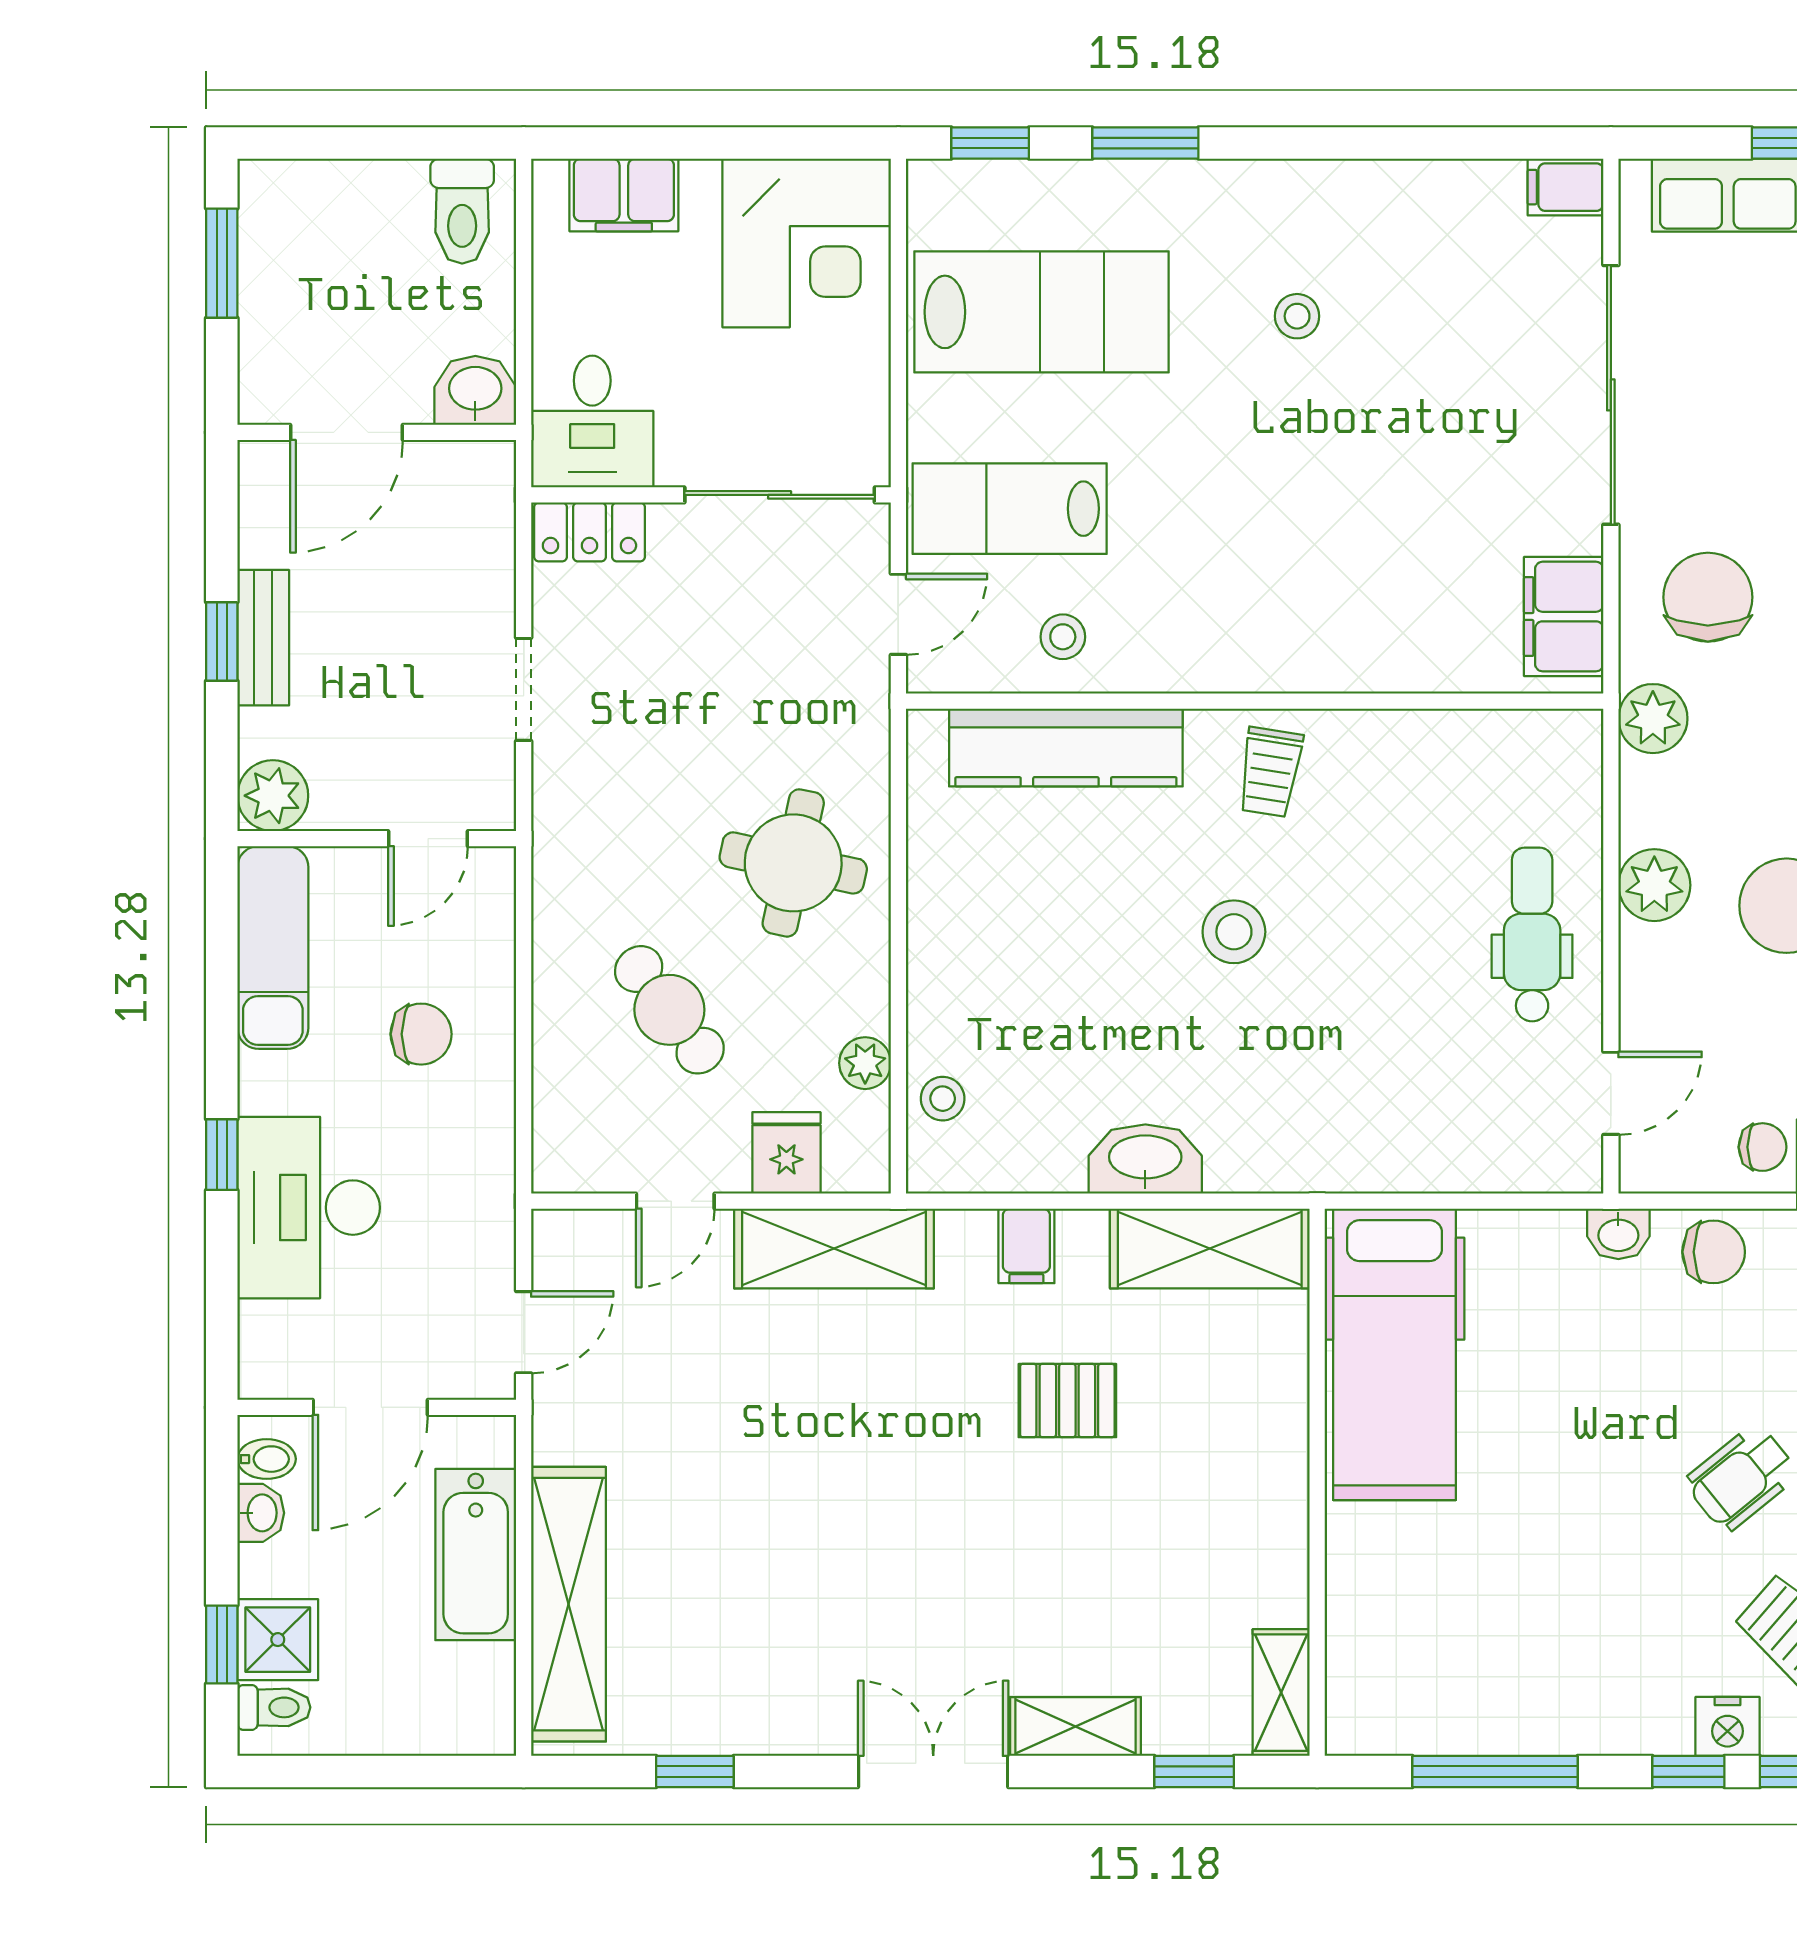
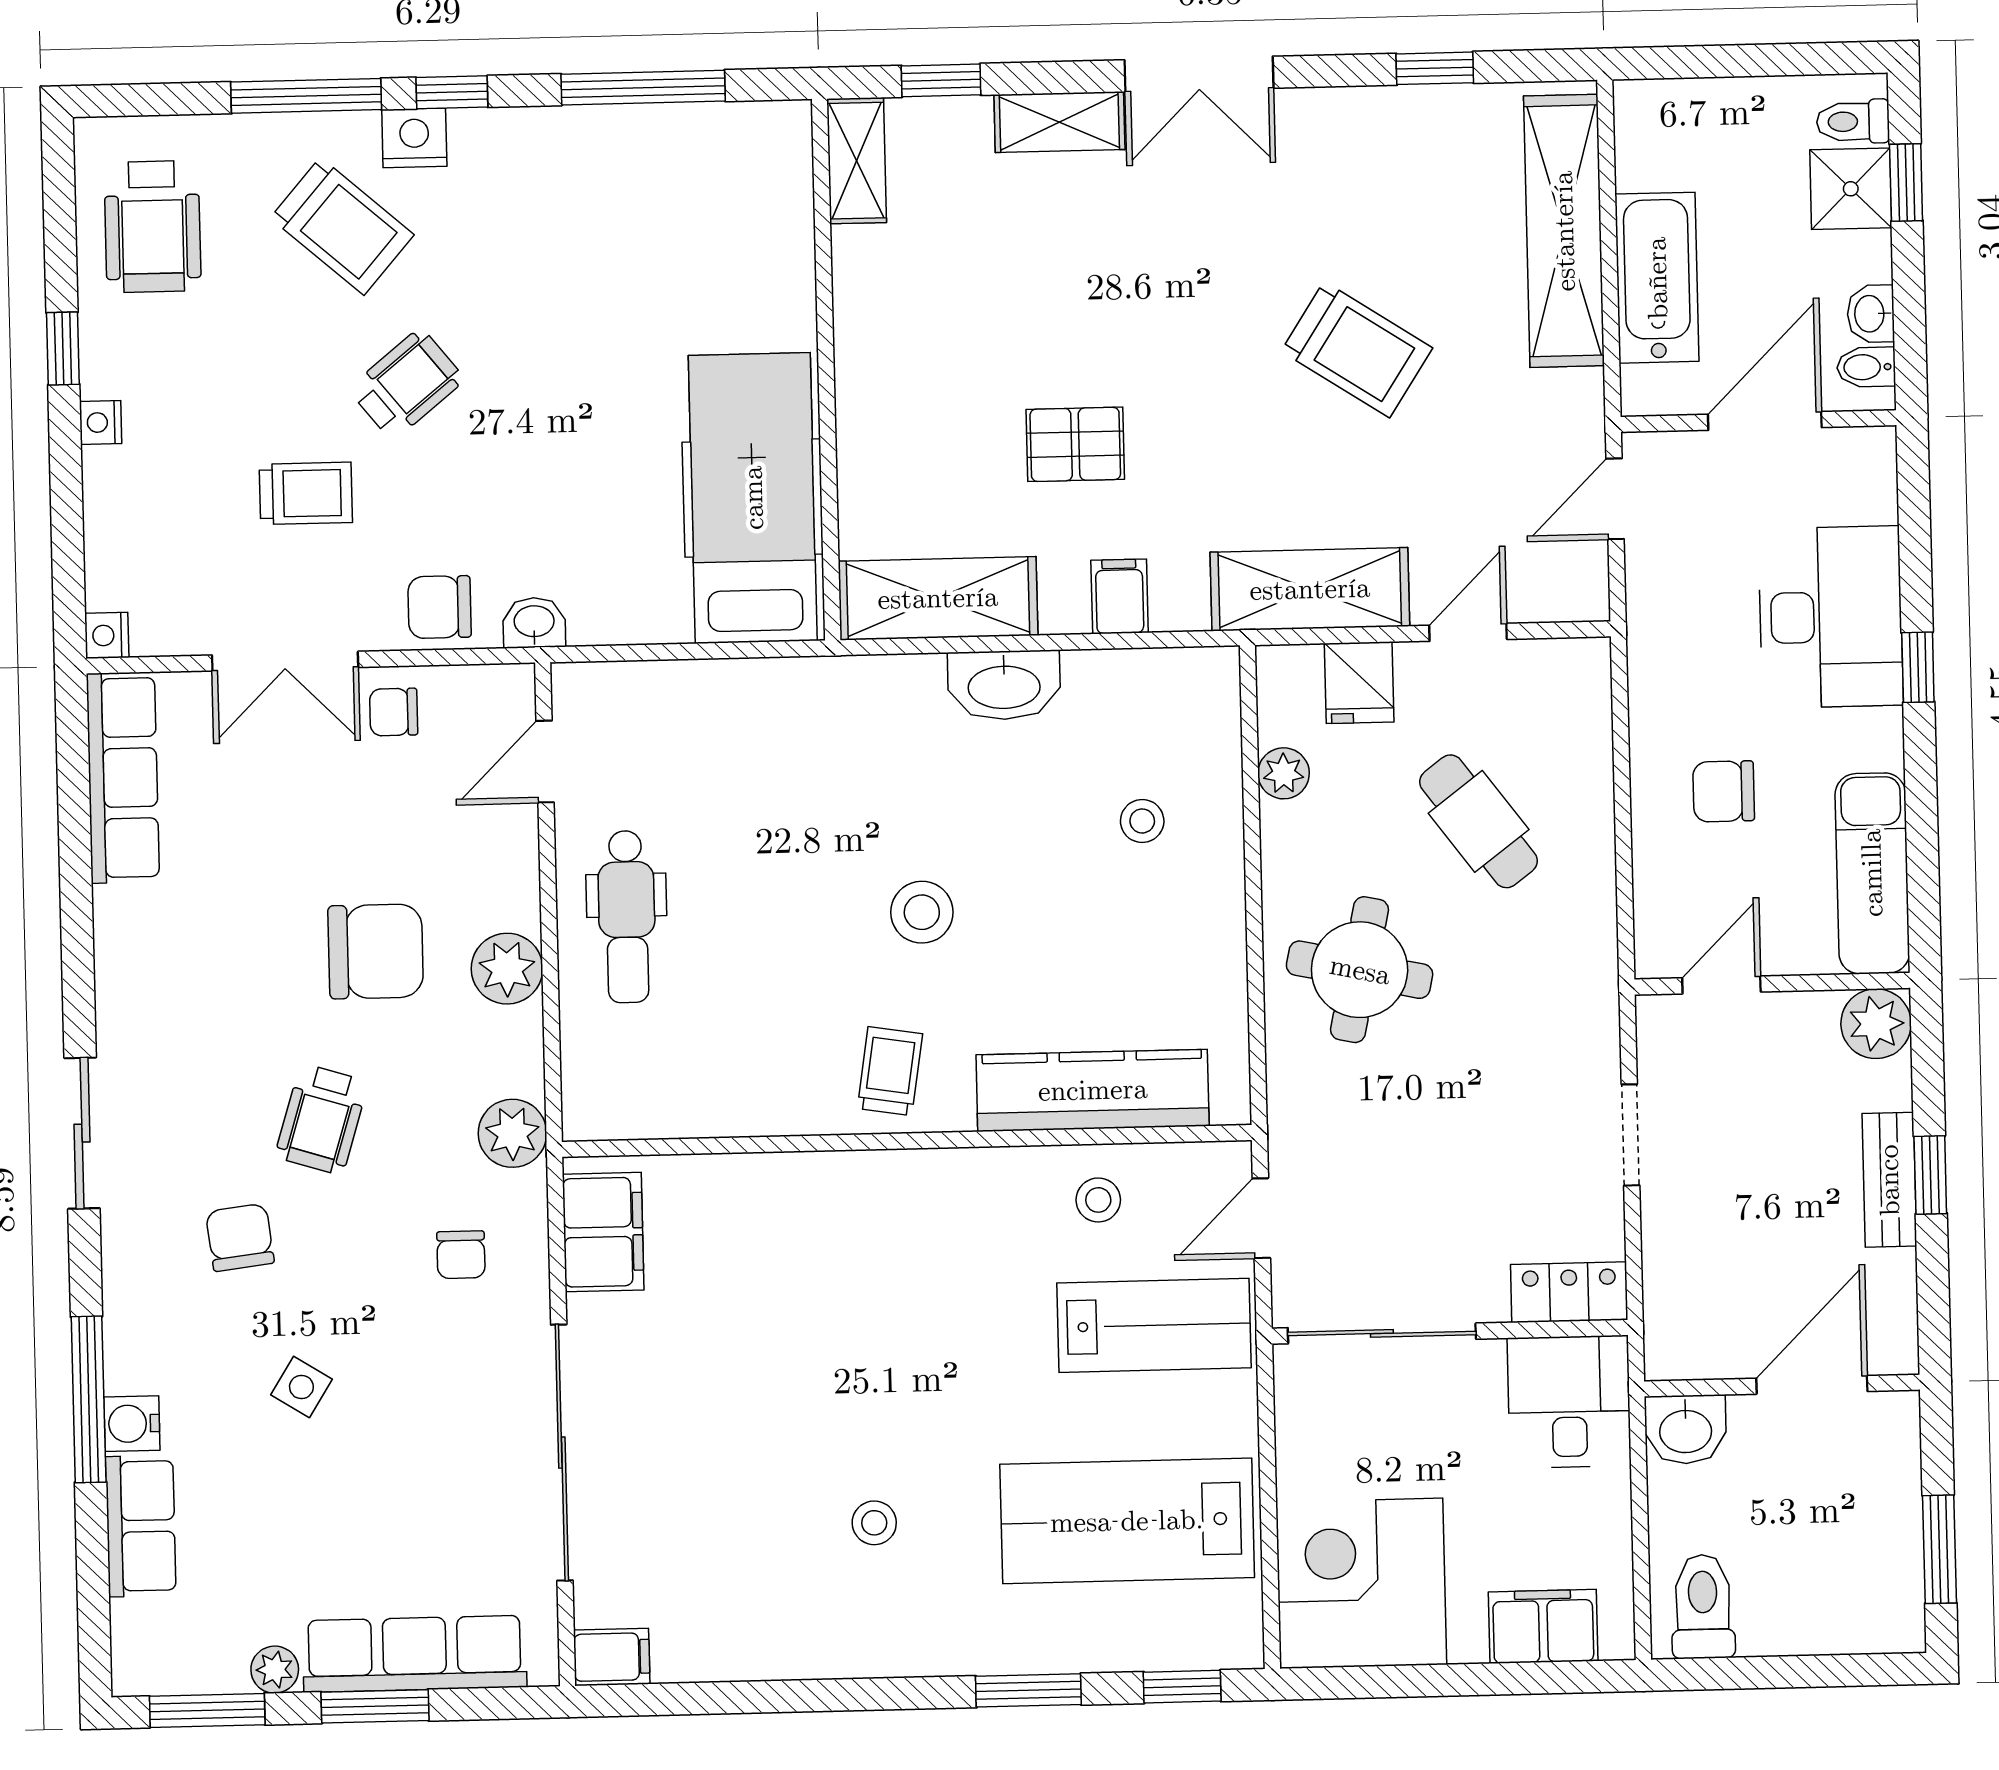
chair: (1708, 597) -> (461, 1255), width x0.54, depth x0.54
stool: (943, 1099) -> (1142, 821), moved
trolley: (781, 1489) -> (1357, 349), added

